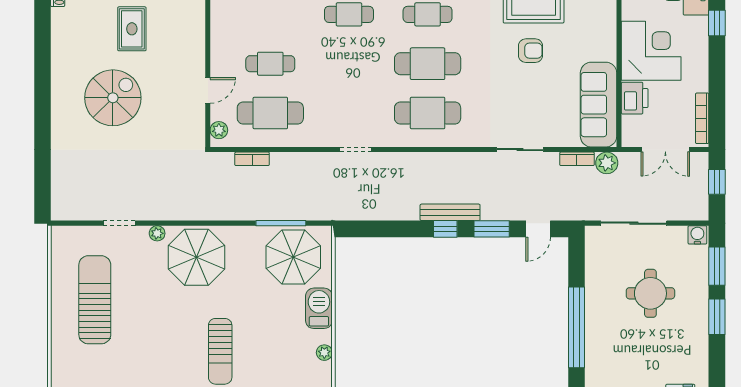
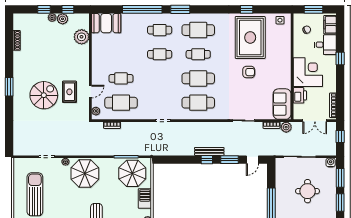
rug: (132, 29) -> (69, 92), moved
window: (42, 81) -> (9, 87), added
sofa: (599, 105) -> (282, 104), width x0.73

